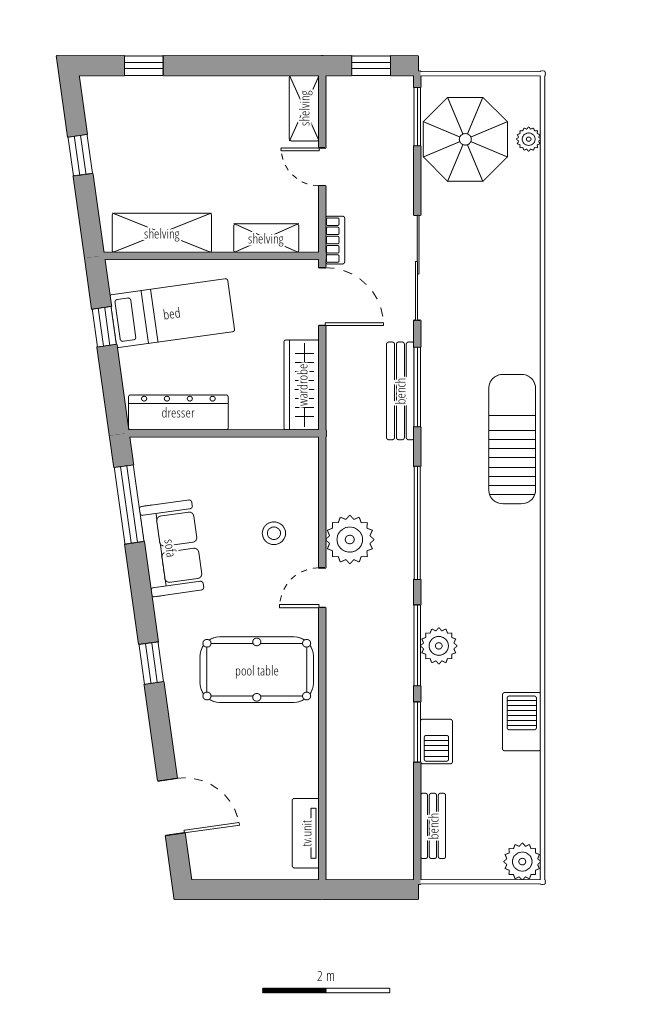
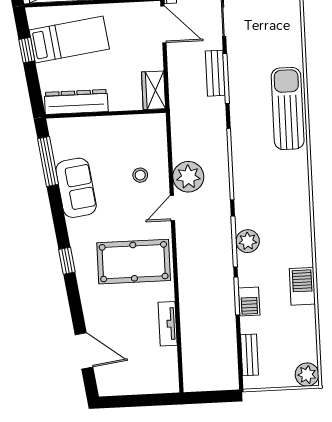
wardrobe: (302, 385) -> (154, 90), width x0.67
bench: (400, 391) -> (215, 73), width x0.73
tv unit: (306, 833) -> (168, 324), moved

